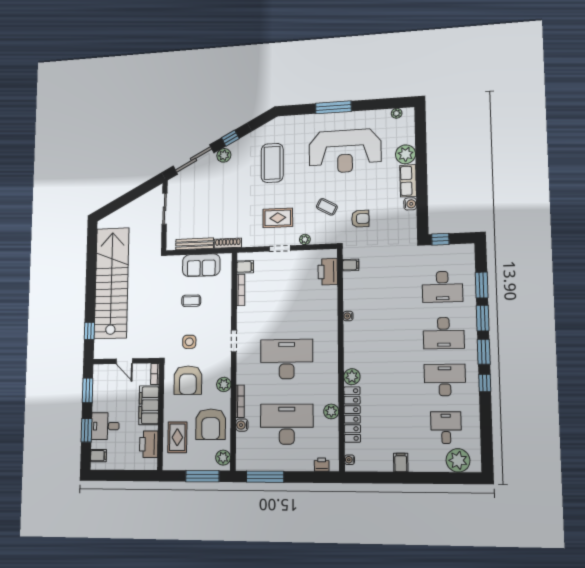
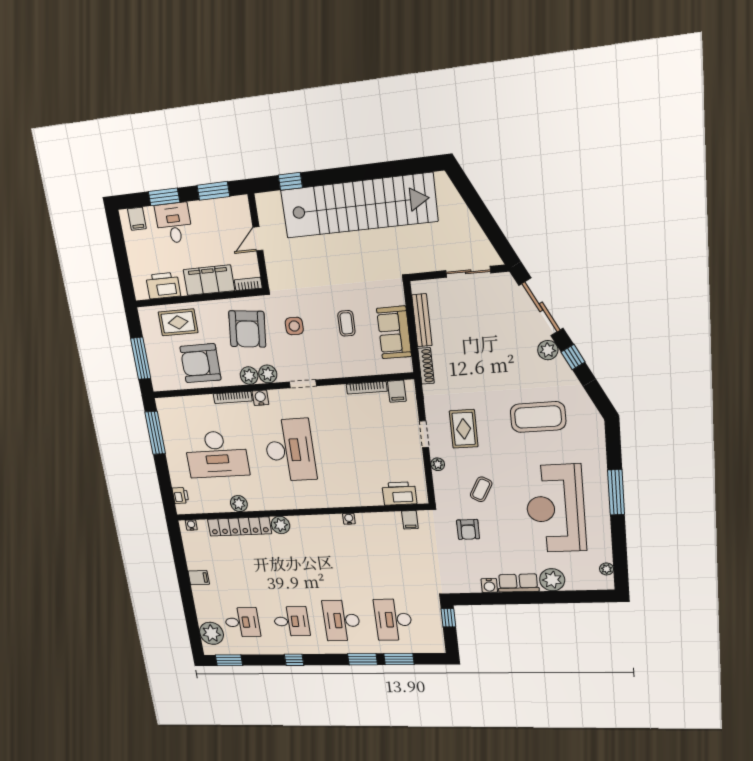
window: (484, 352) -> (229, 660), moved
armchair: (188, 380) -> (247, 329), turned -84
desk: (445, 380) -> (291, 621), width x0.73
desk: (287, 424) -> (217, 454), turned 90
water cooler: (242, 425) -> (260, 398), moved
plant: (223, 458) -> (268, 374), moved

